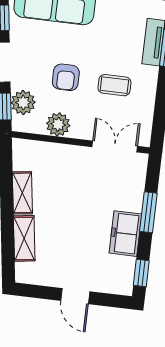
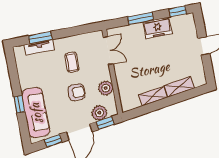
double door: (115, 146) -> (108, 51), swing flipped

